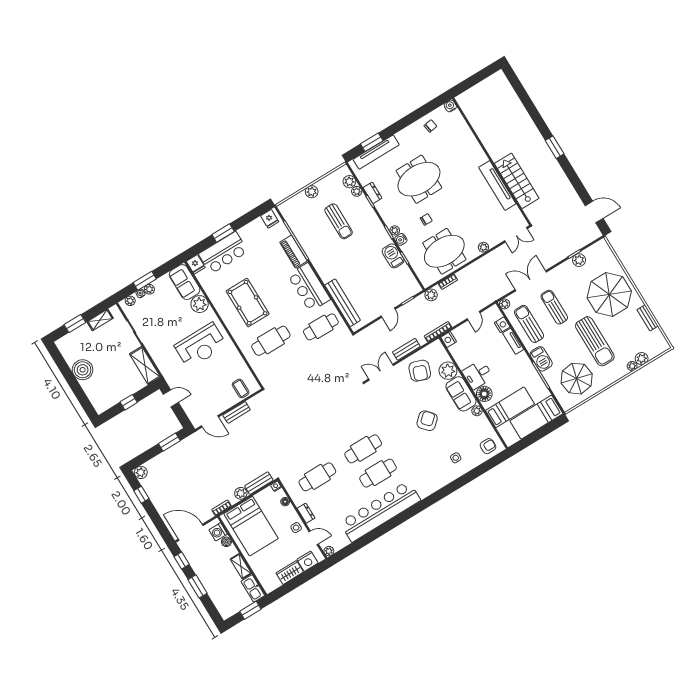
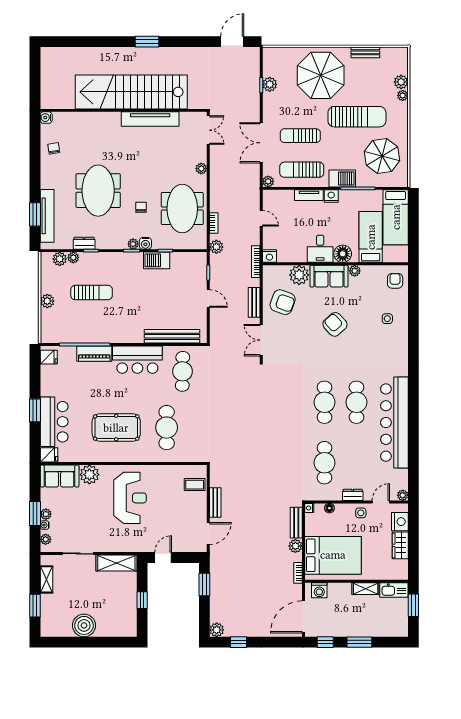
stairs: (517, 181) -> (131, 92), width x1.86, depth x1.51
nightstand: (502, 325) -> (331, 196), moved
boiler: (226, 542) -> (334, 588), removed

